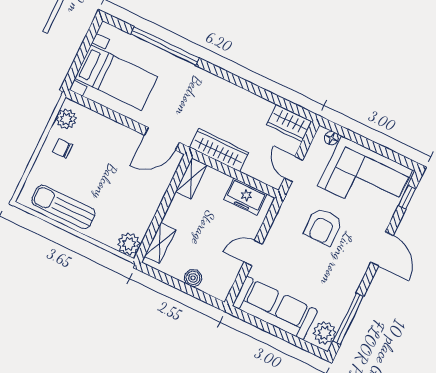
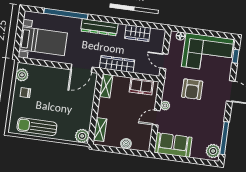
dresser: (210, 84) -> (99, 27), added
wardrobe: (289, 123) -> (138, 33), moved
plant: (273, 238) -> (165, 106), added
sofa: (275, 308) -> (173, 145), width x0.73

